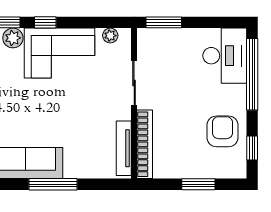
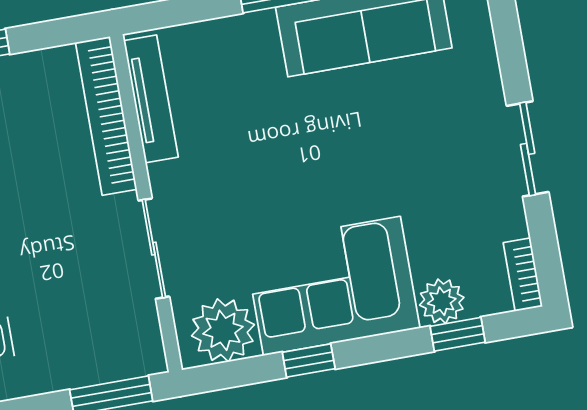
window: (45, 22) -> (309, 361), moved
plant: (110, 36) -> (223, 330), width x1.88, depth x1.88

